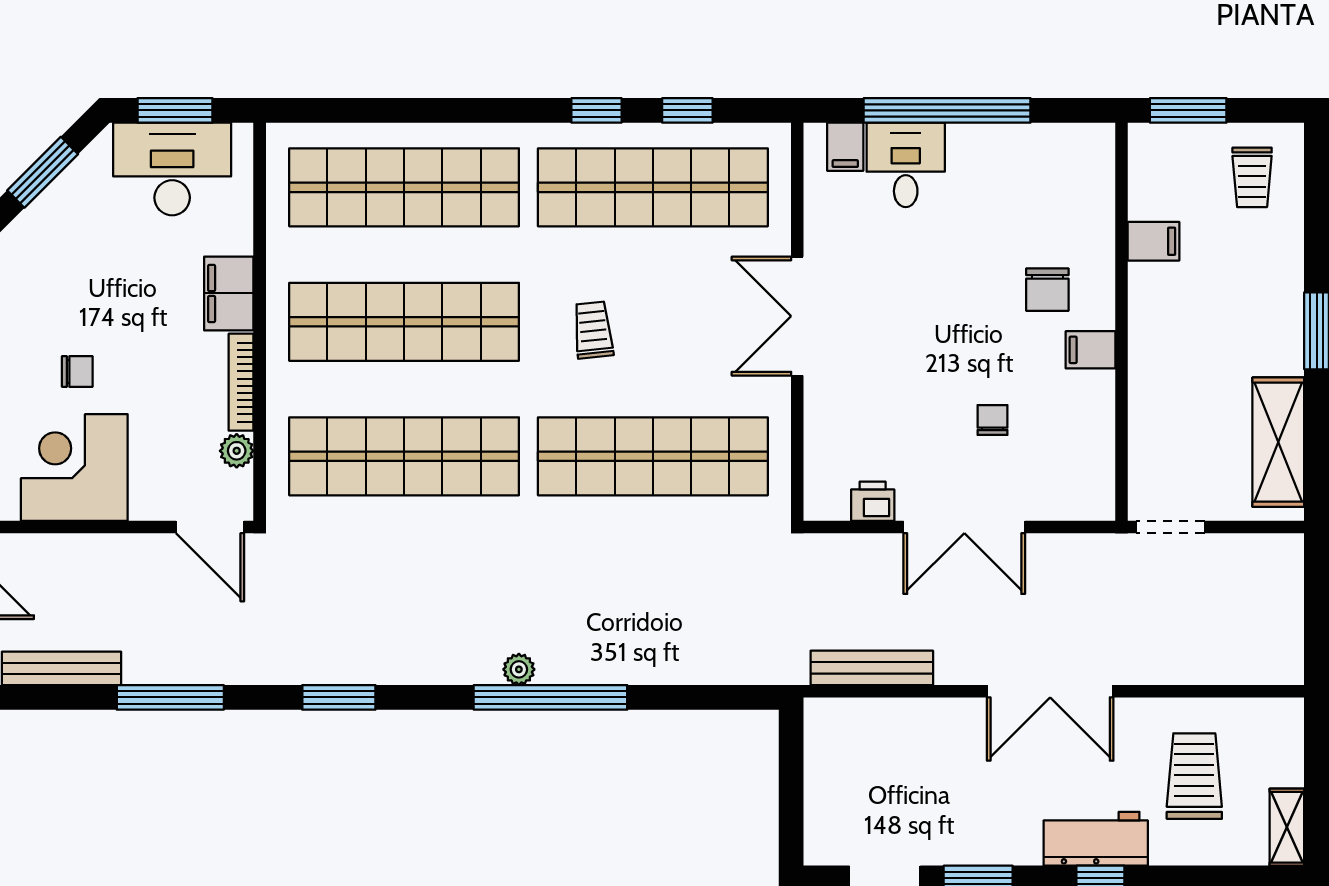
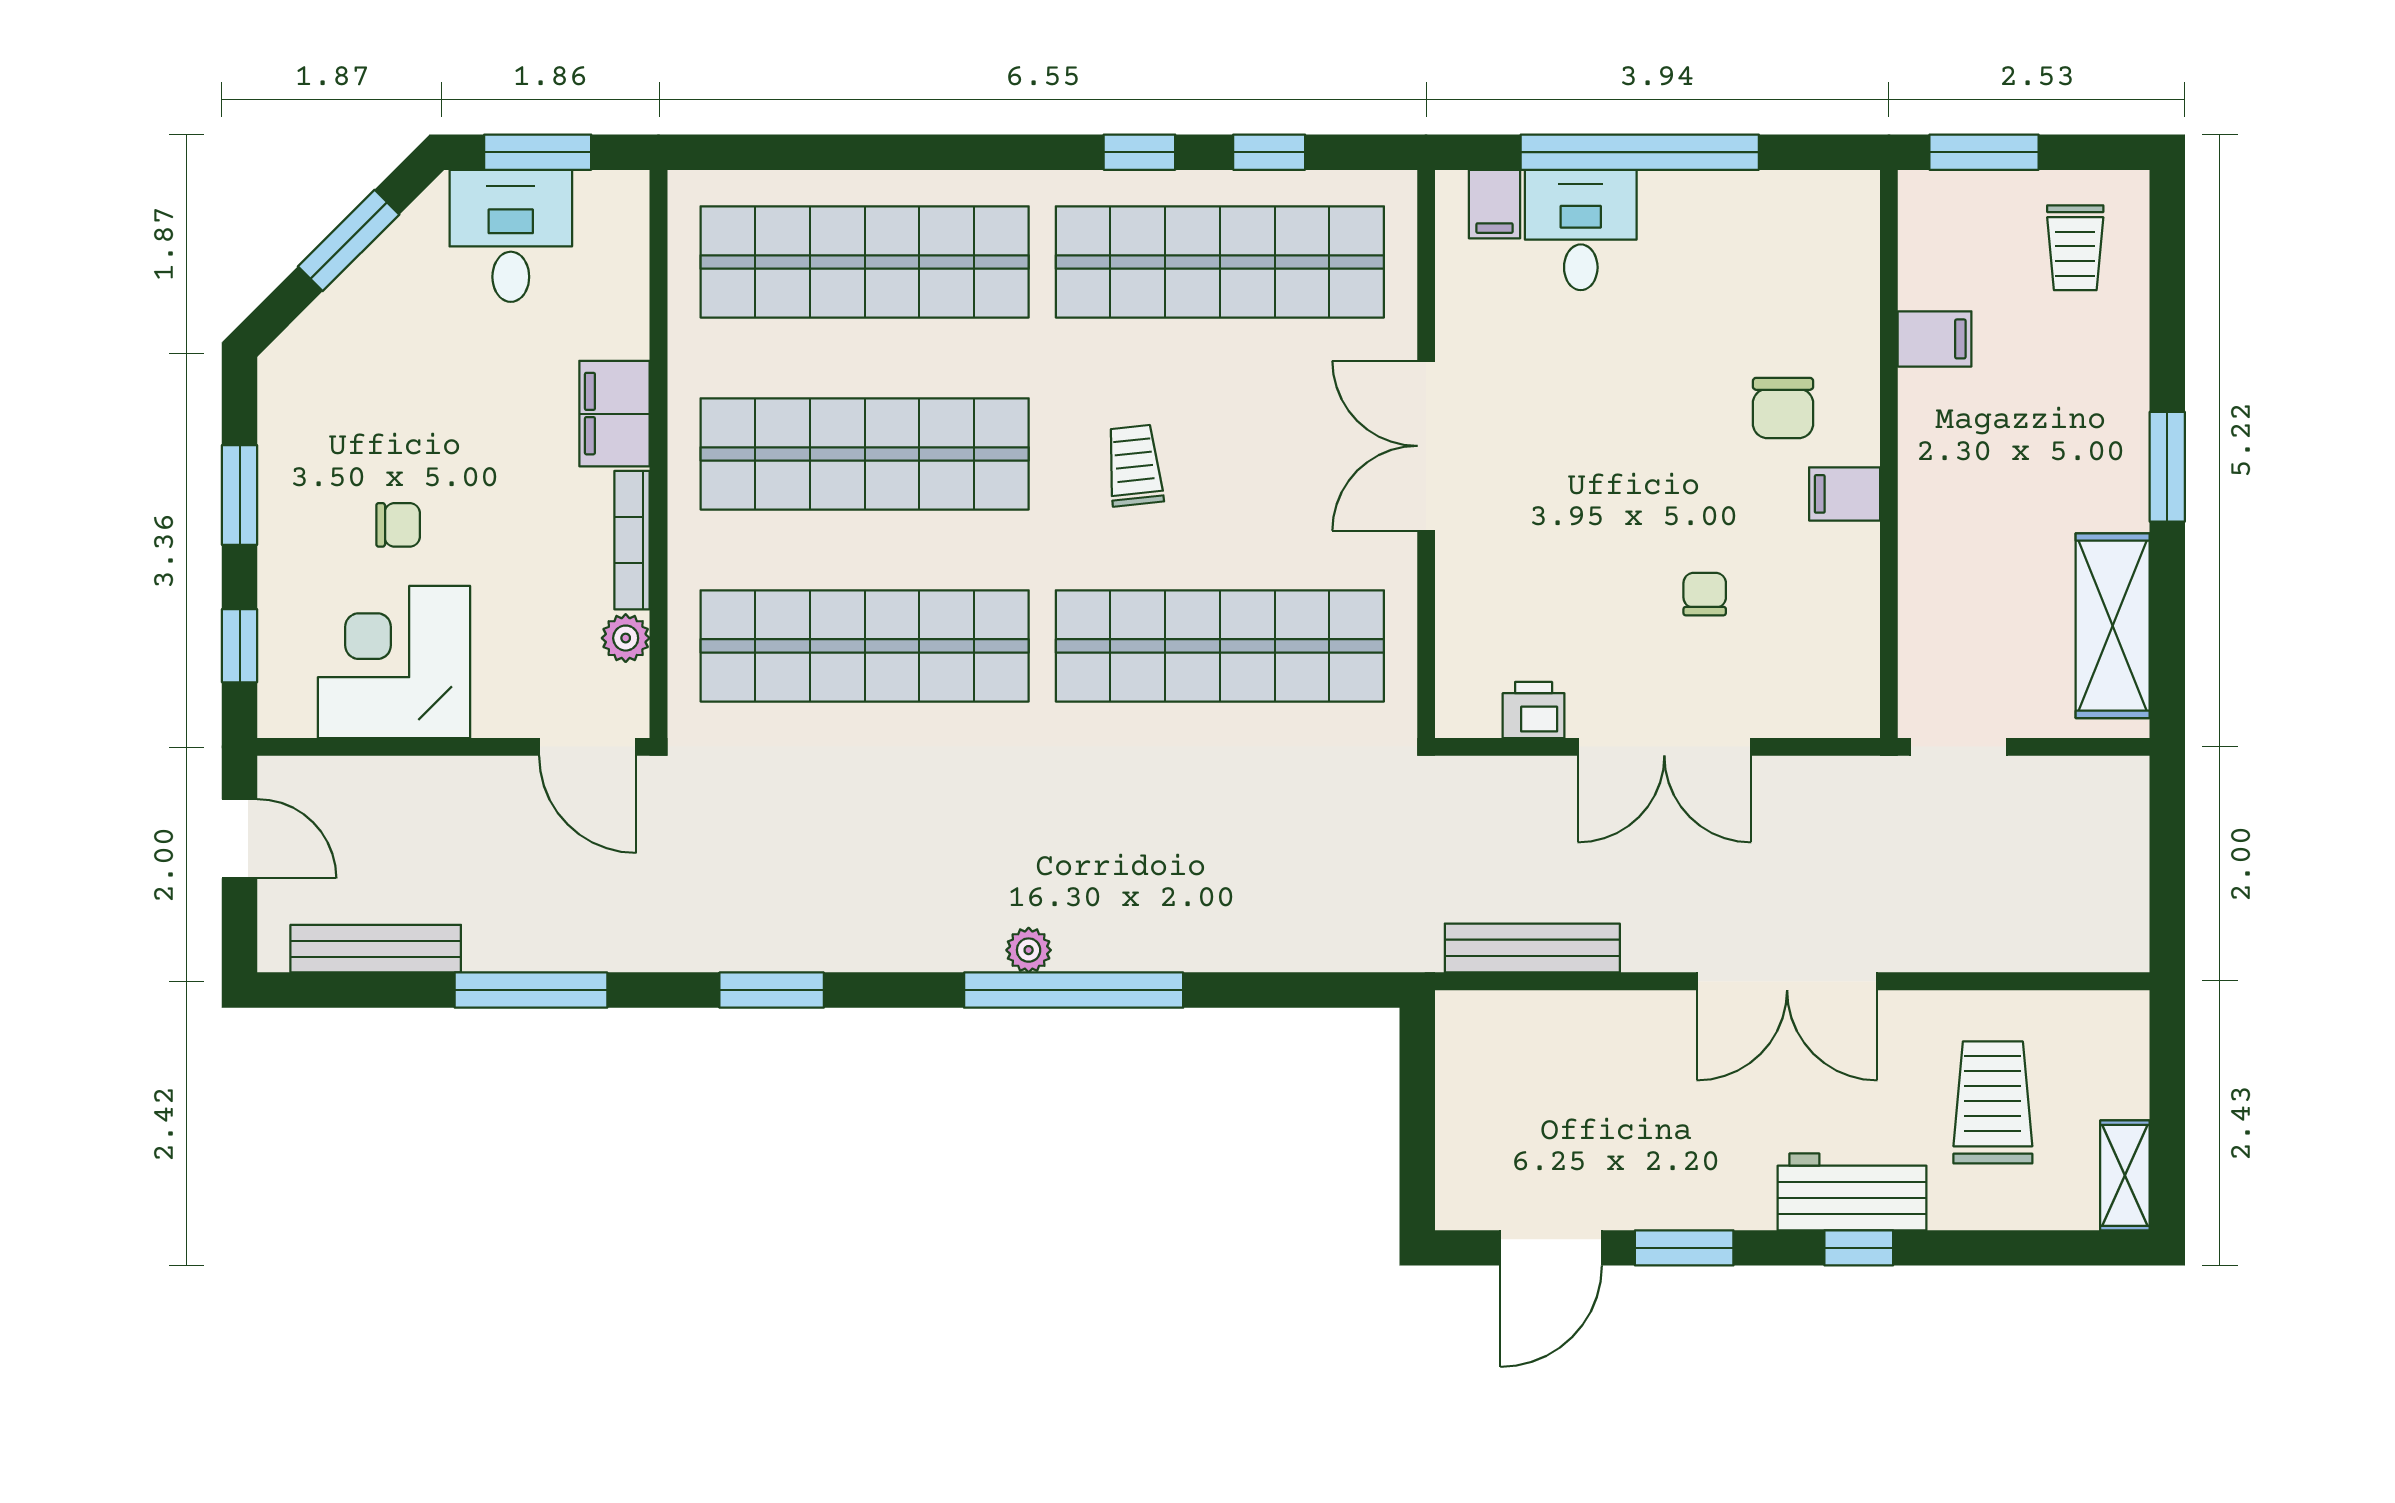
desk: (172, 169) -> (511, 236), width x0.73

